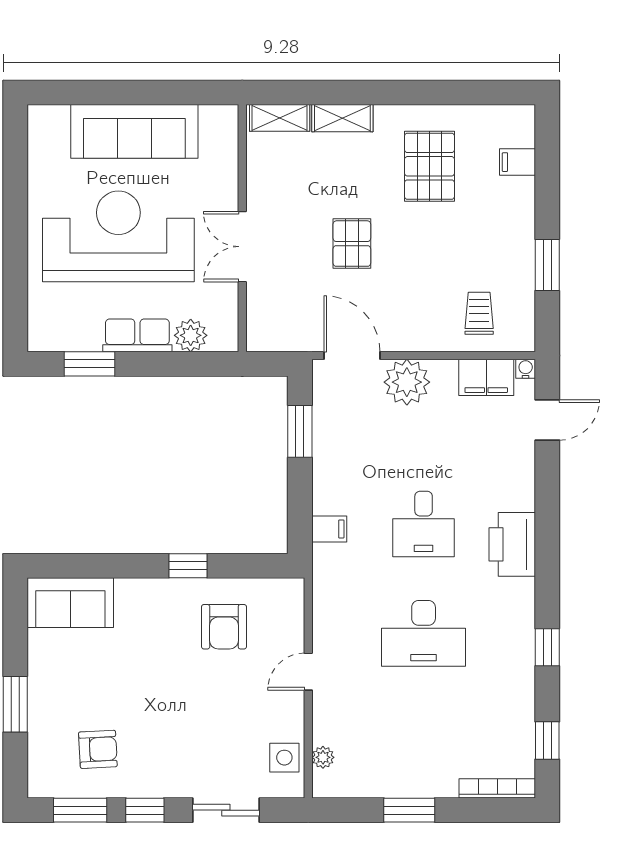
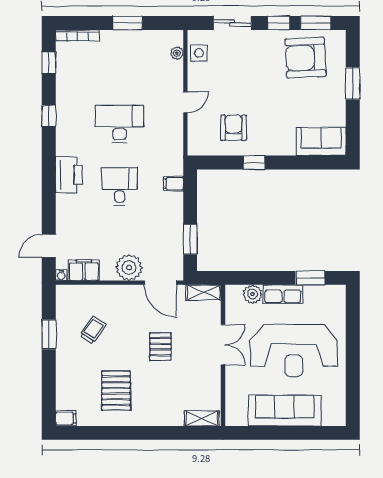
shelving: (342, 118) -> (204, 293), moved
filing cabinet: (517, 162) -> (66, 418), moved
trolley: (479, 313) -> (93, 330), moved, turned -146
armchair: (98, 749) -> (305, 58), width x1.88, depth x1.88

